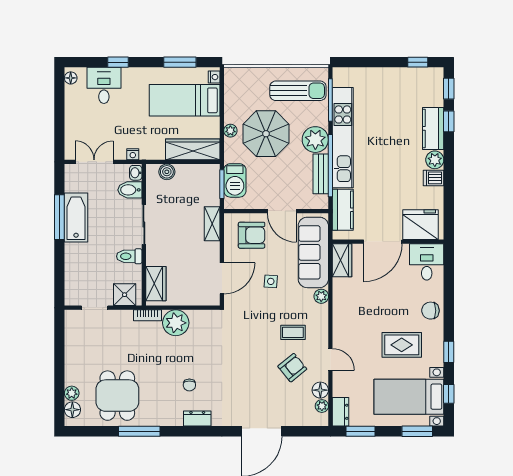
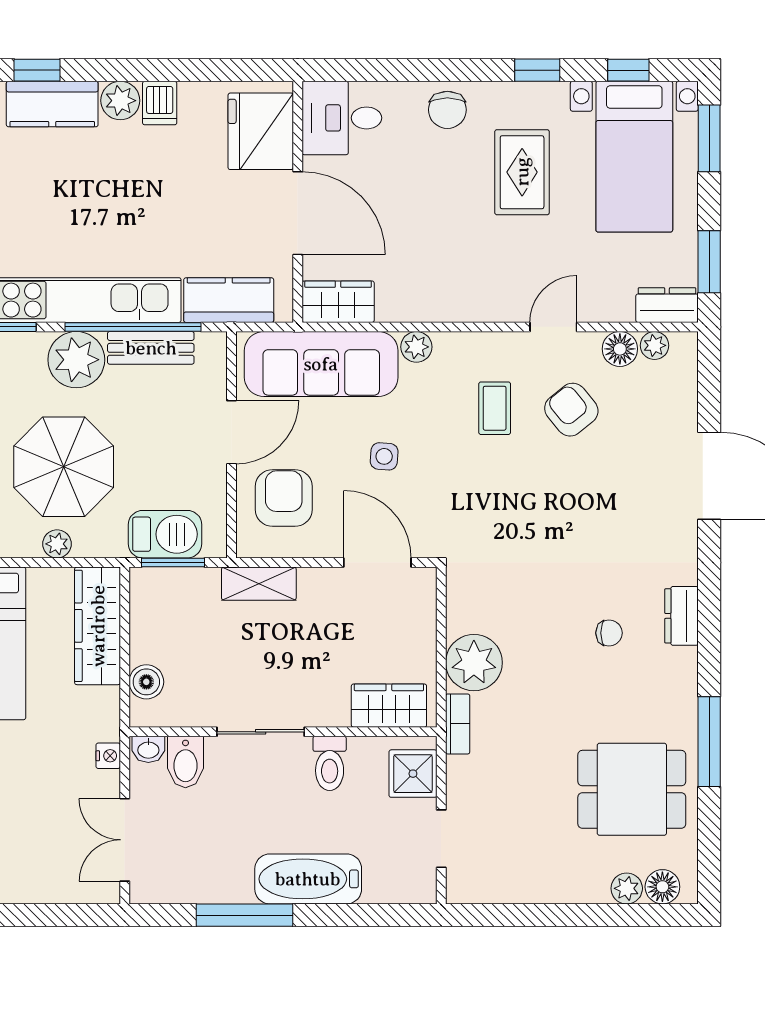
bathtub: (76, 218) -> (308, 879), moved

